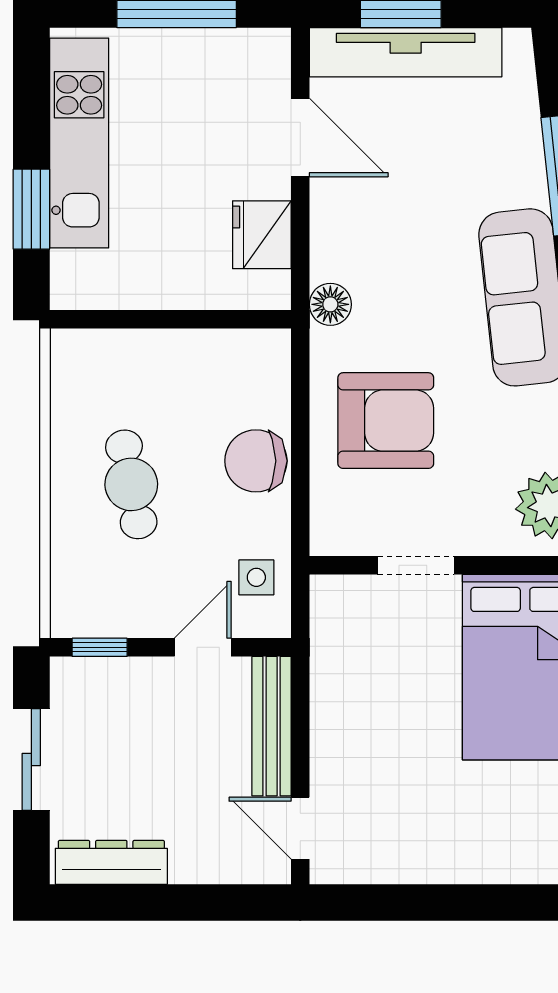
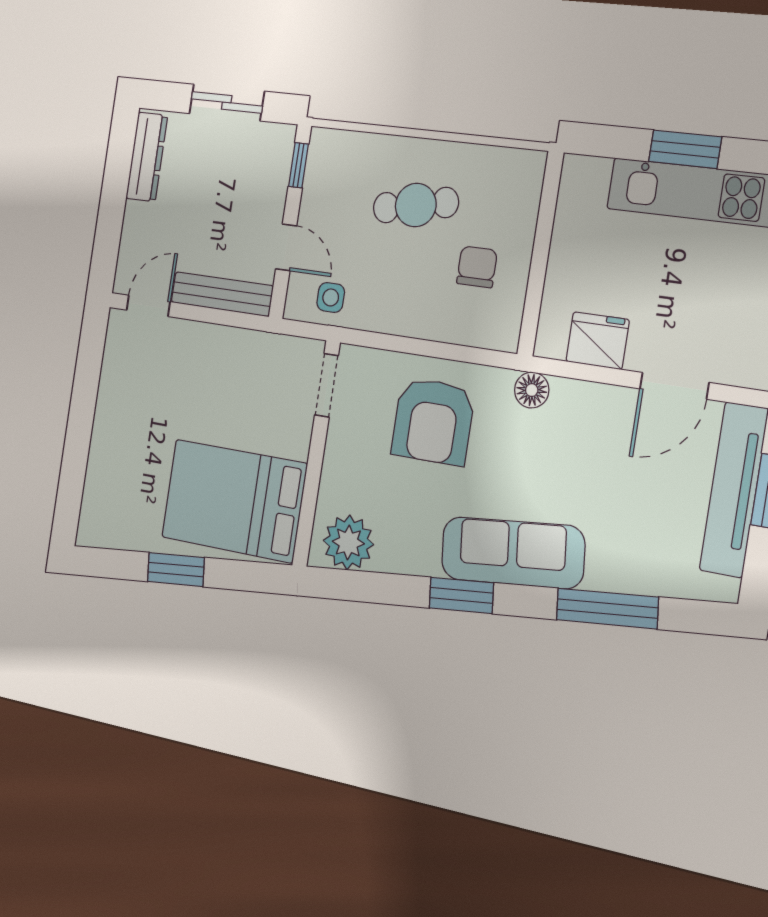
window: (31, 209) -> (685, 149), moved
chair: (256, 461) -> (477, 267), moved, width x0.73, depth x0.73
doorway: (416, 565) -> (327, 385), moved

